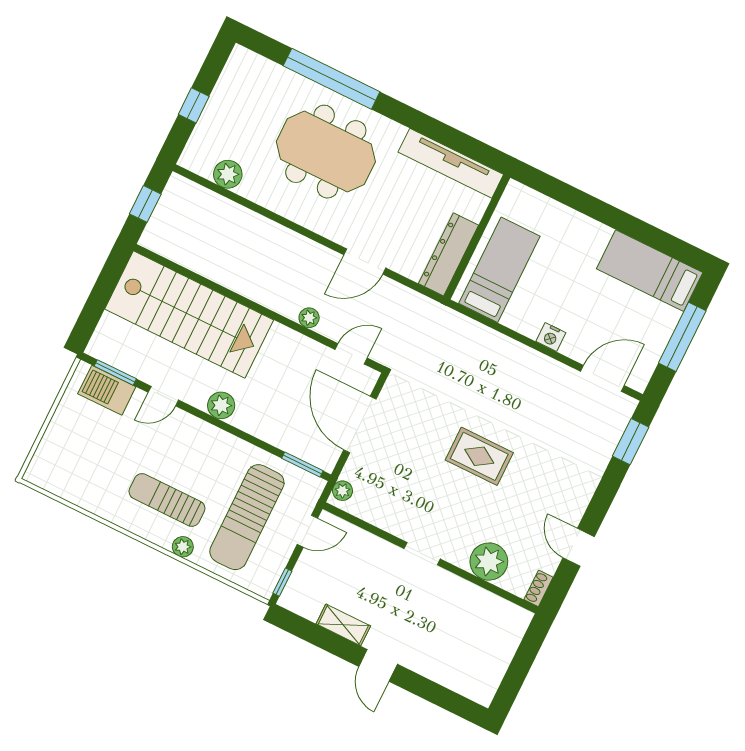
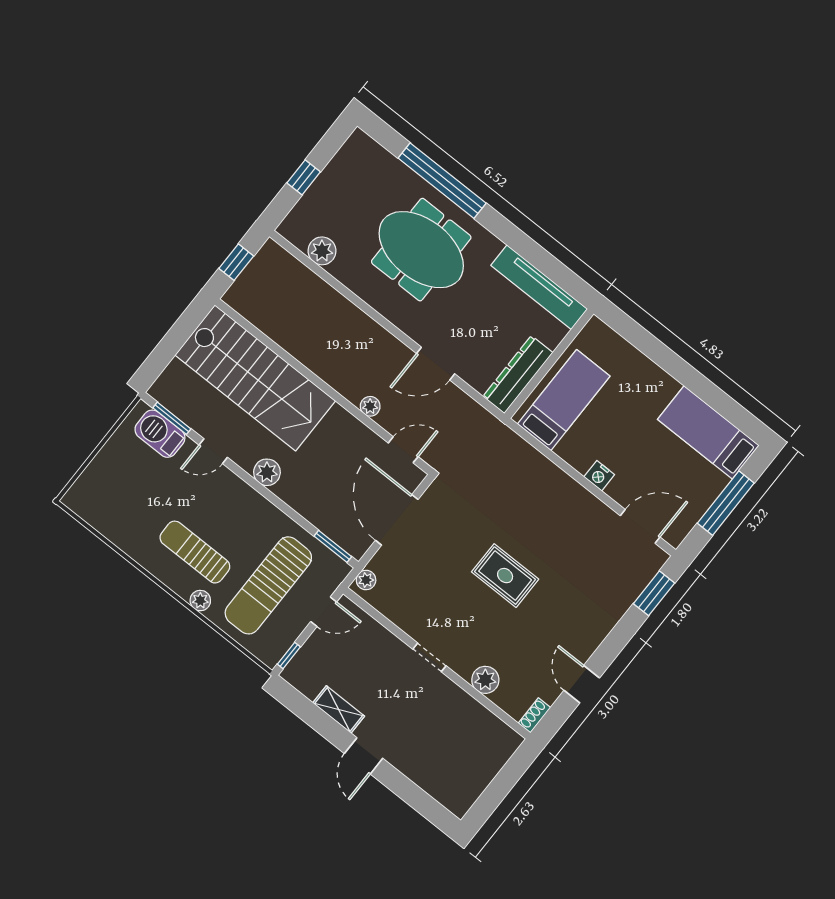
plant: (489, 562) -> (485, 680), width x0.73, depth x0.73

